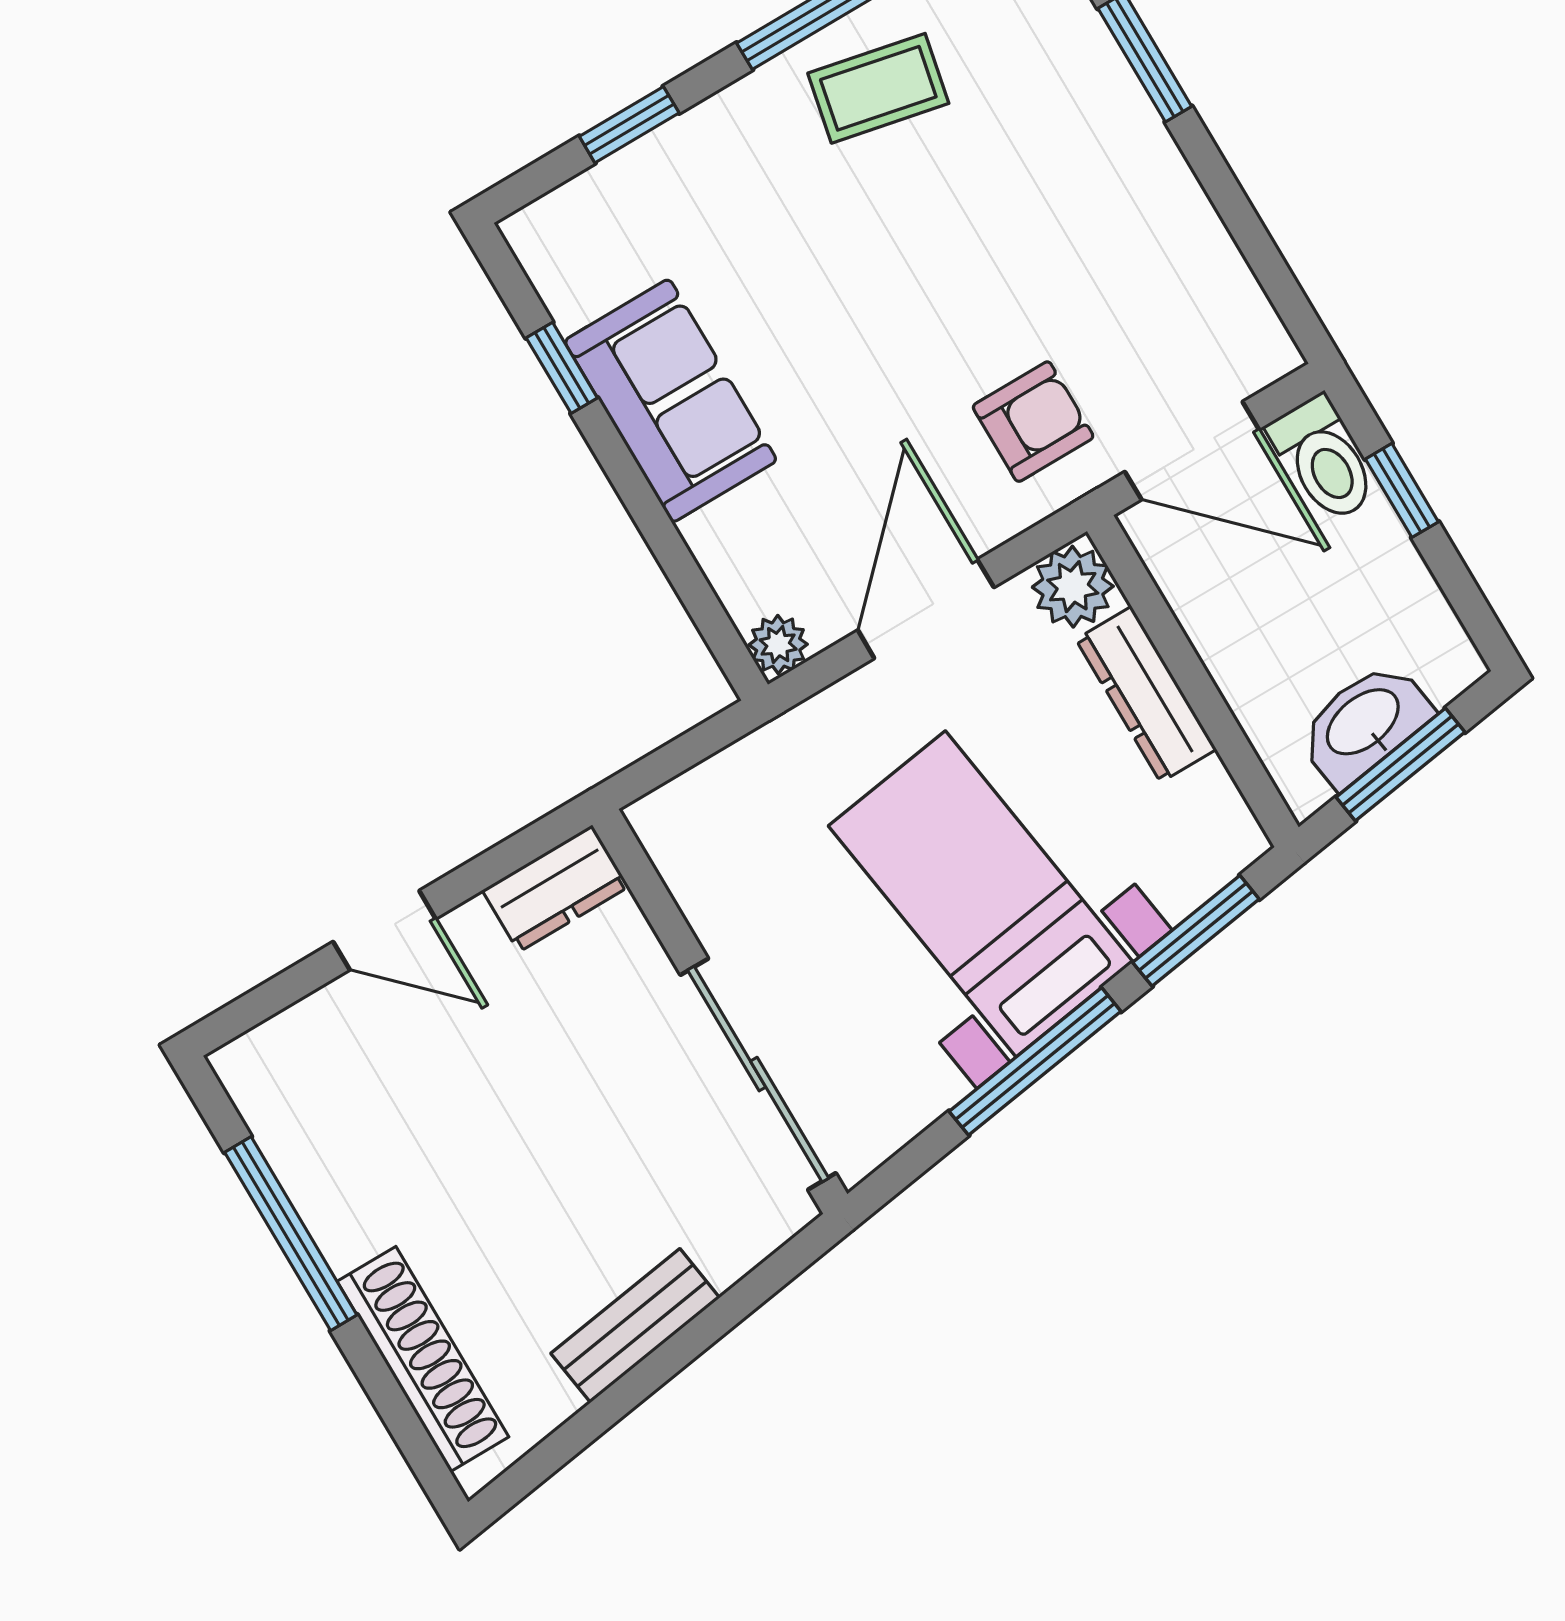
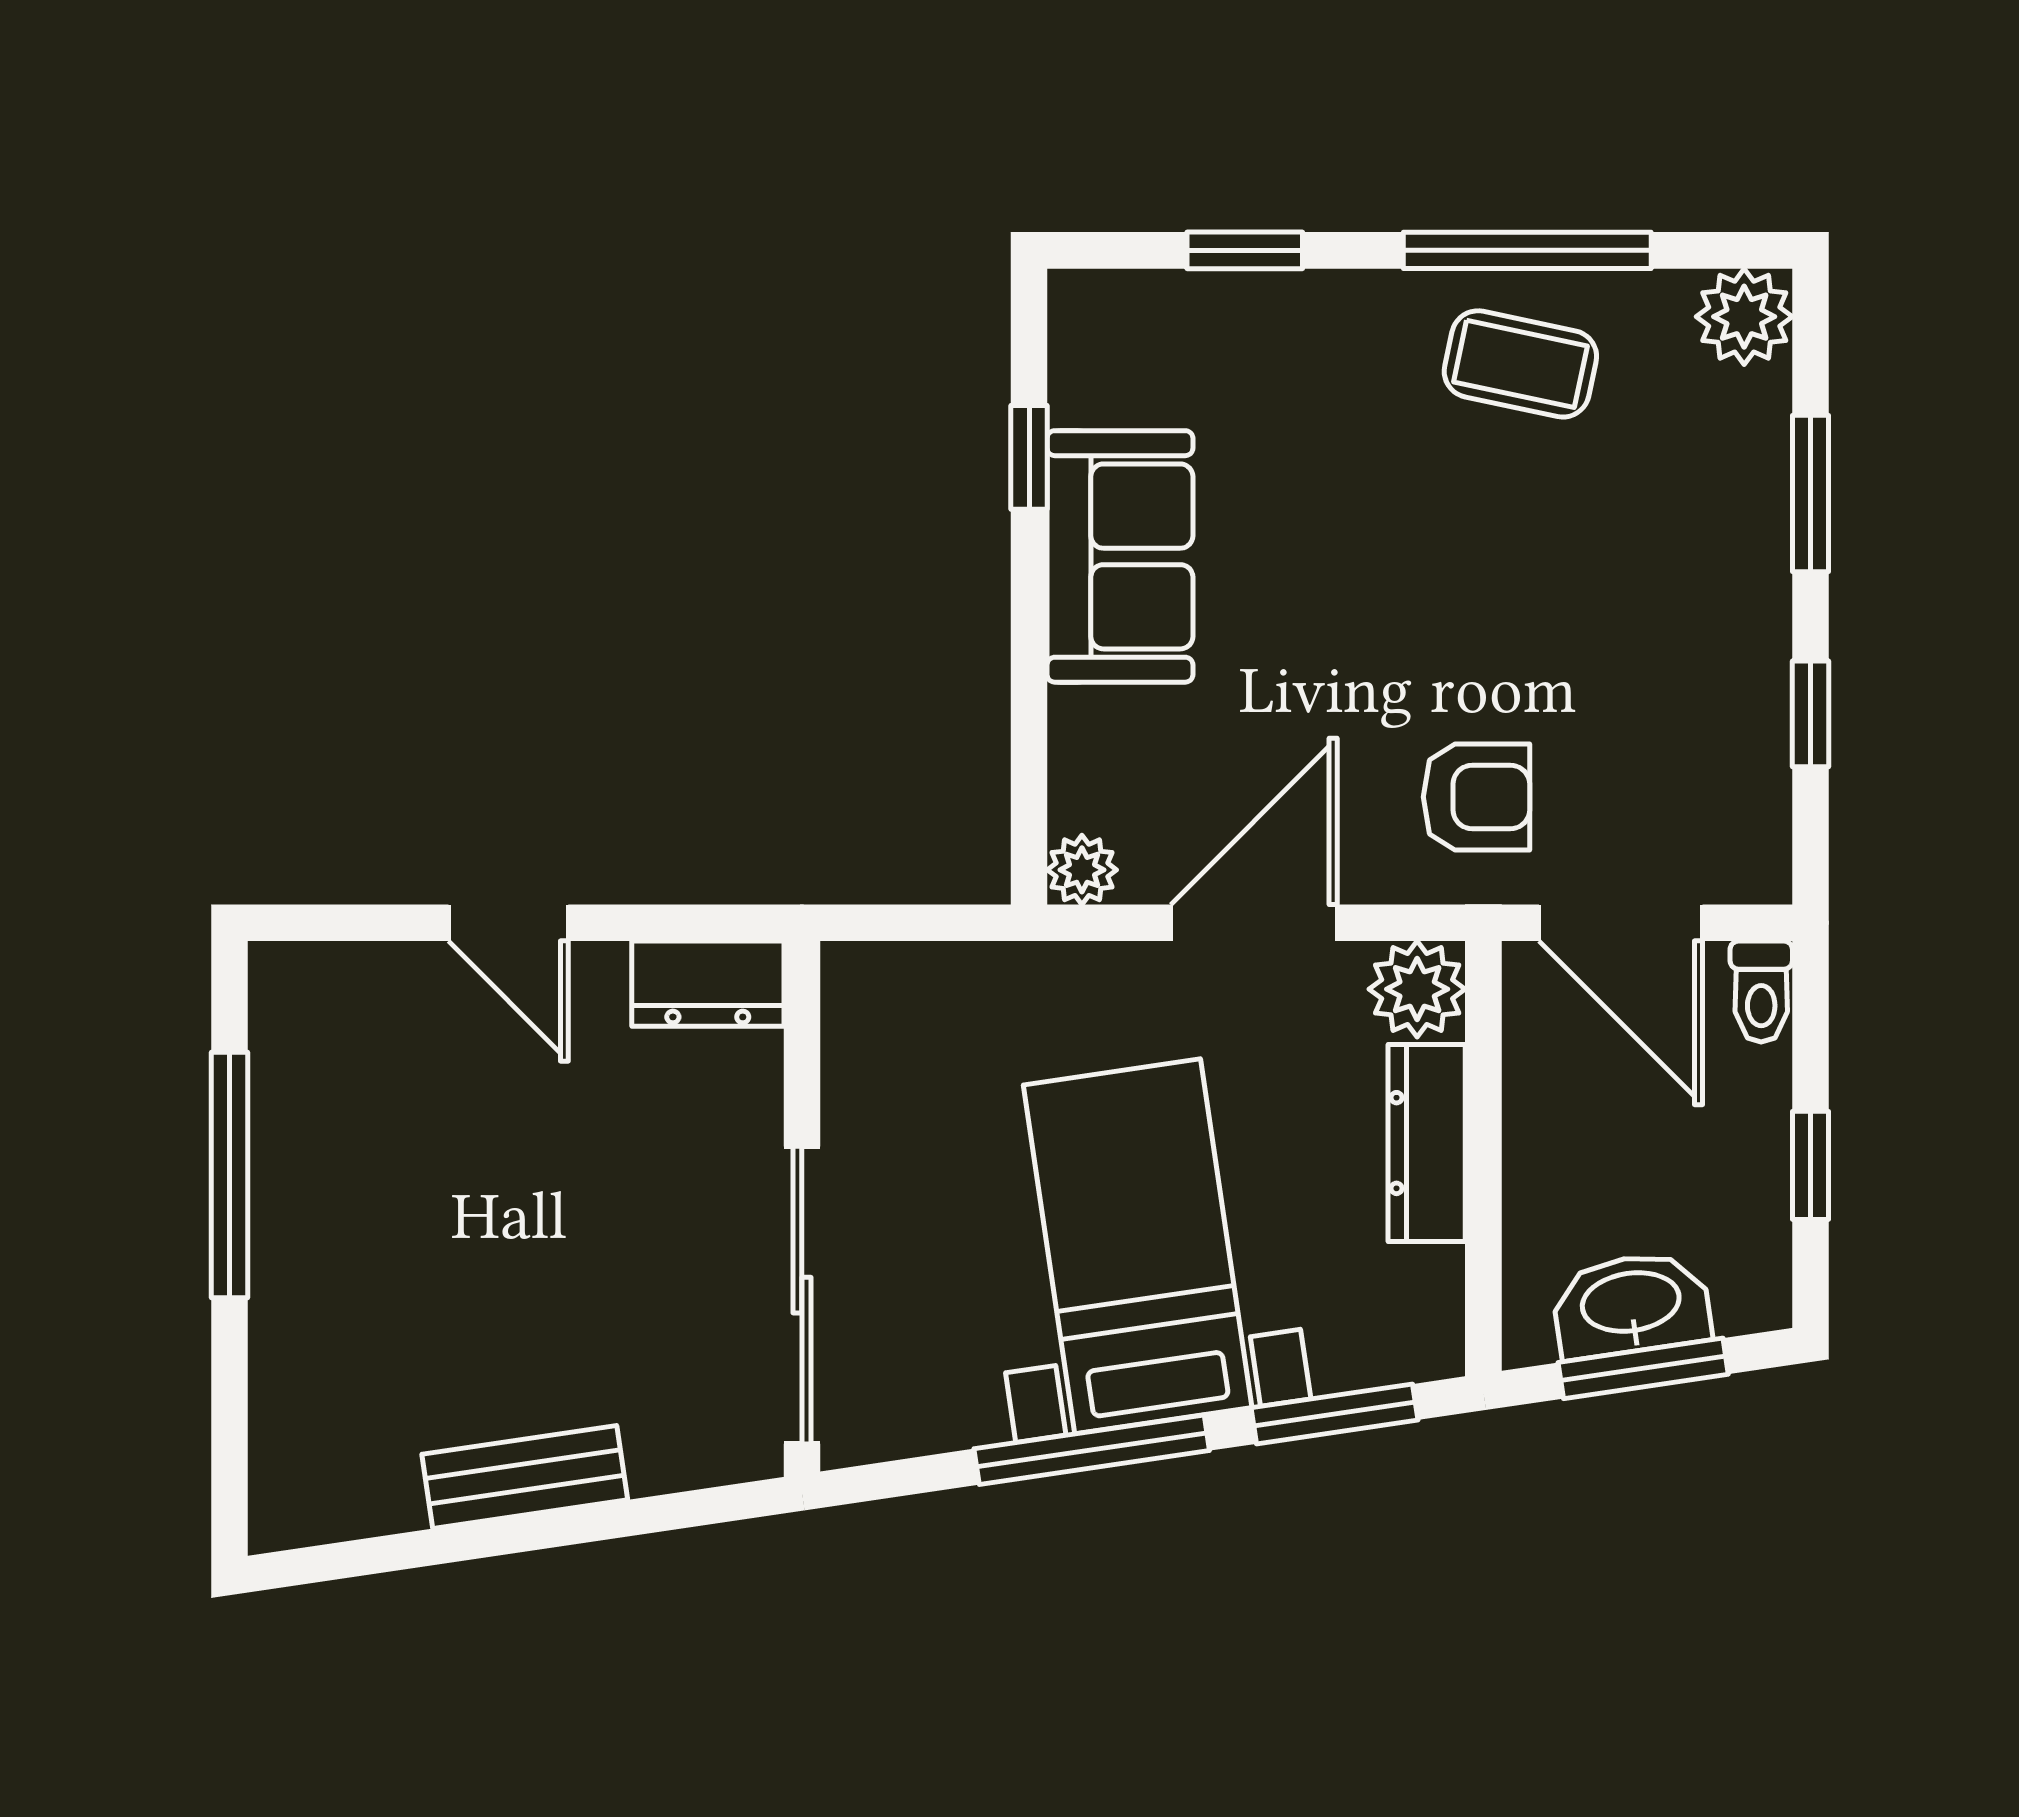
window: (1240, 217) -> (1810, 714), added
toilet: (1324, 459) -> (1761, 992), width x0.73, depth x0.72
window: (1402, 490) -> (1810, 1165), moved
shoe rack: (423, 1359) -> (288, 1383), removed

